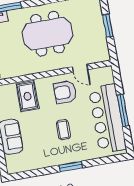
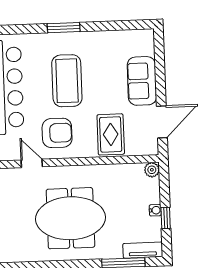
coffee table: (63, 130) -> (67, 81), width x1.86, depth x1.72

